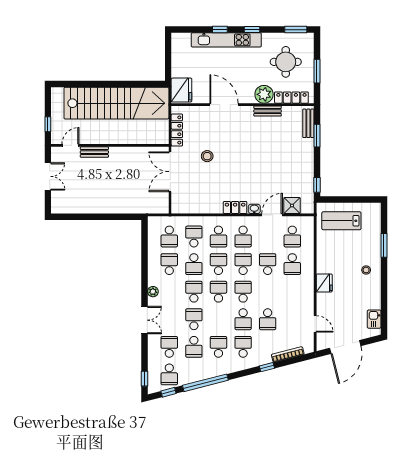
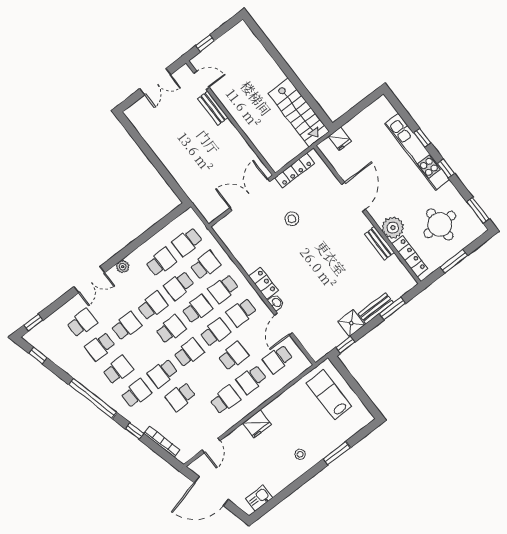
fridge: (181, 90) -> (340, 139), width x0.53, depth x0.75
stairs: (116, 103) -> (299, 112), width x0.54, depth x0.66
bench: (308, 123) -> (376, 308), moved
shower: (292, 206) -> (351, 323), moved
door: (272, 215) -> (284, 324), swing flipped
school desk: (169, 374) -> (225, 400), moved, turned 180
window: (205, 383) -> (93, 399), moved

